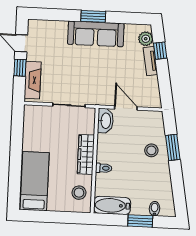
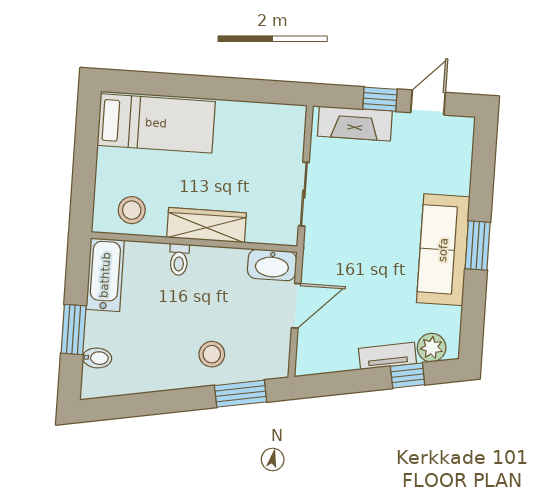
window: (173, 147) -> (241, 394), moved

